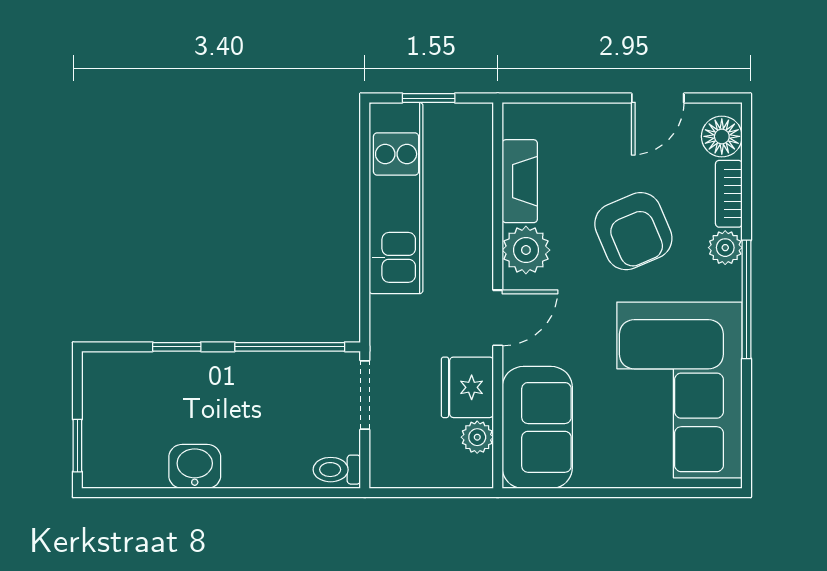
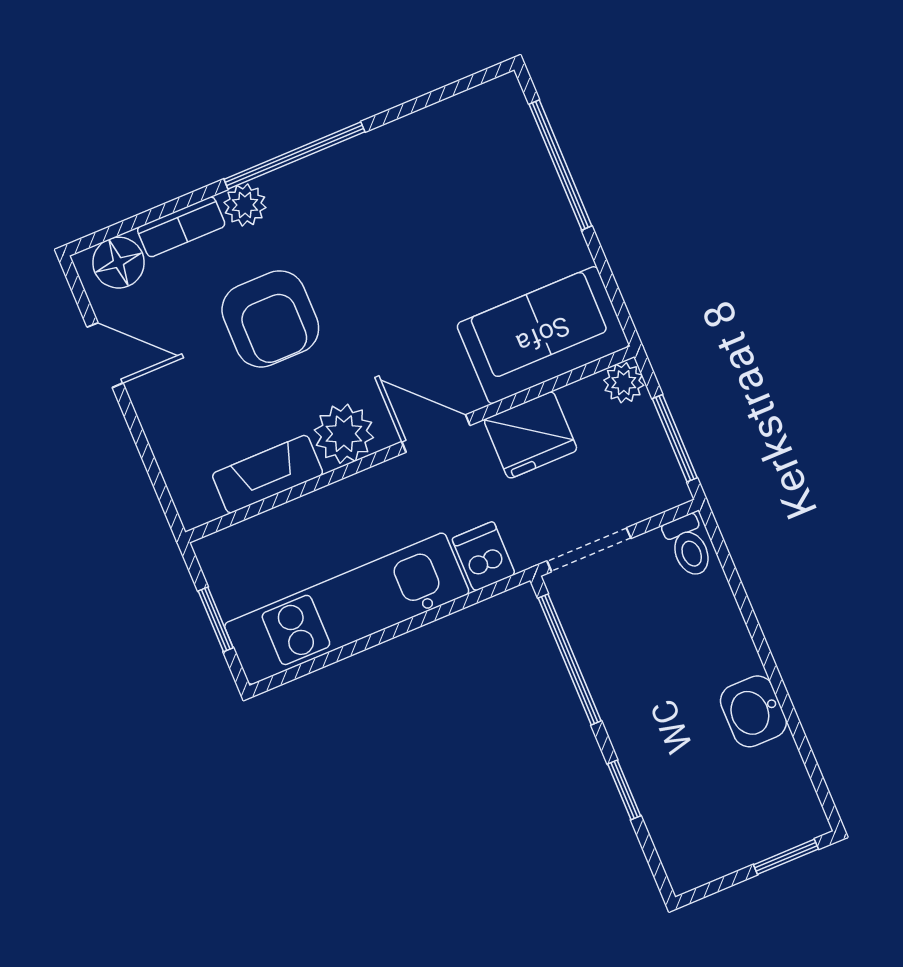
armchair: (633, 231) -> (270, 319), turned 113
dishwasher: (392, 315) -> (484, 556), added
corner sofa: (680, 390) -> (431, 189), removed
plant: (477, 437) -> (624, 383), moved
window: (421, 493) -> (675, 438), added
window: (657, 493) -> (560, 165), added

